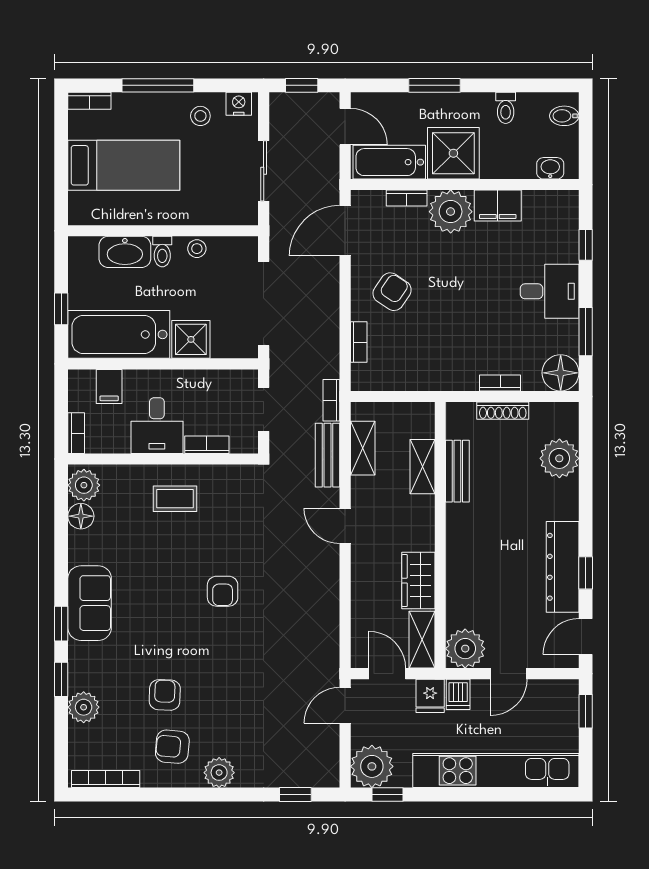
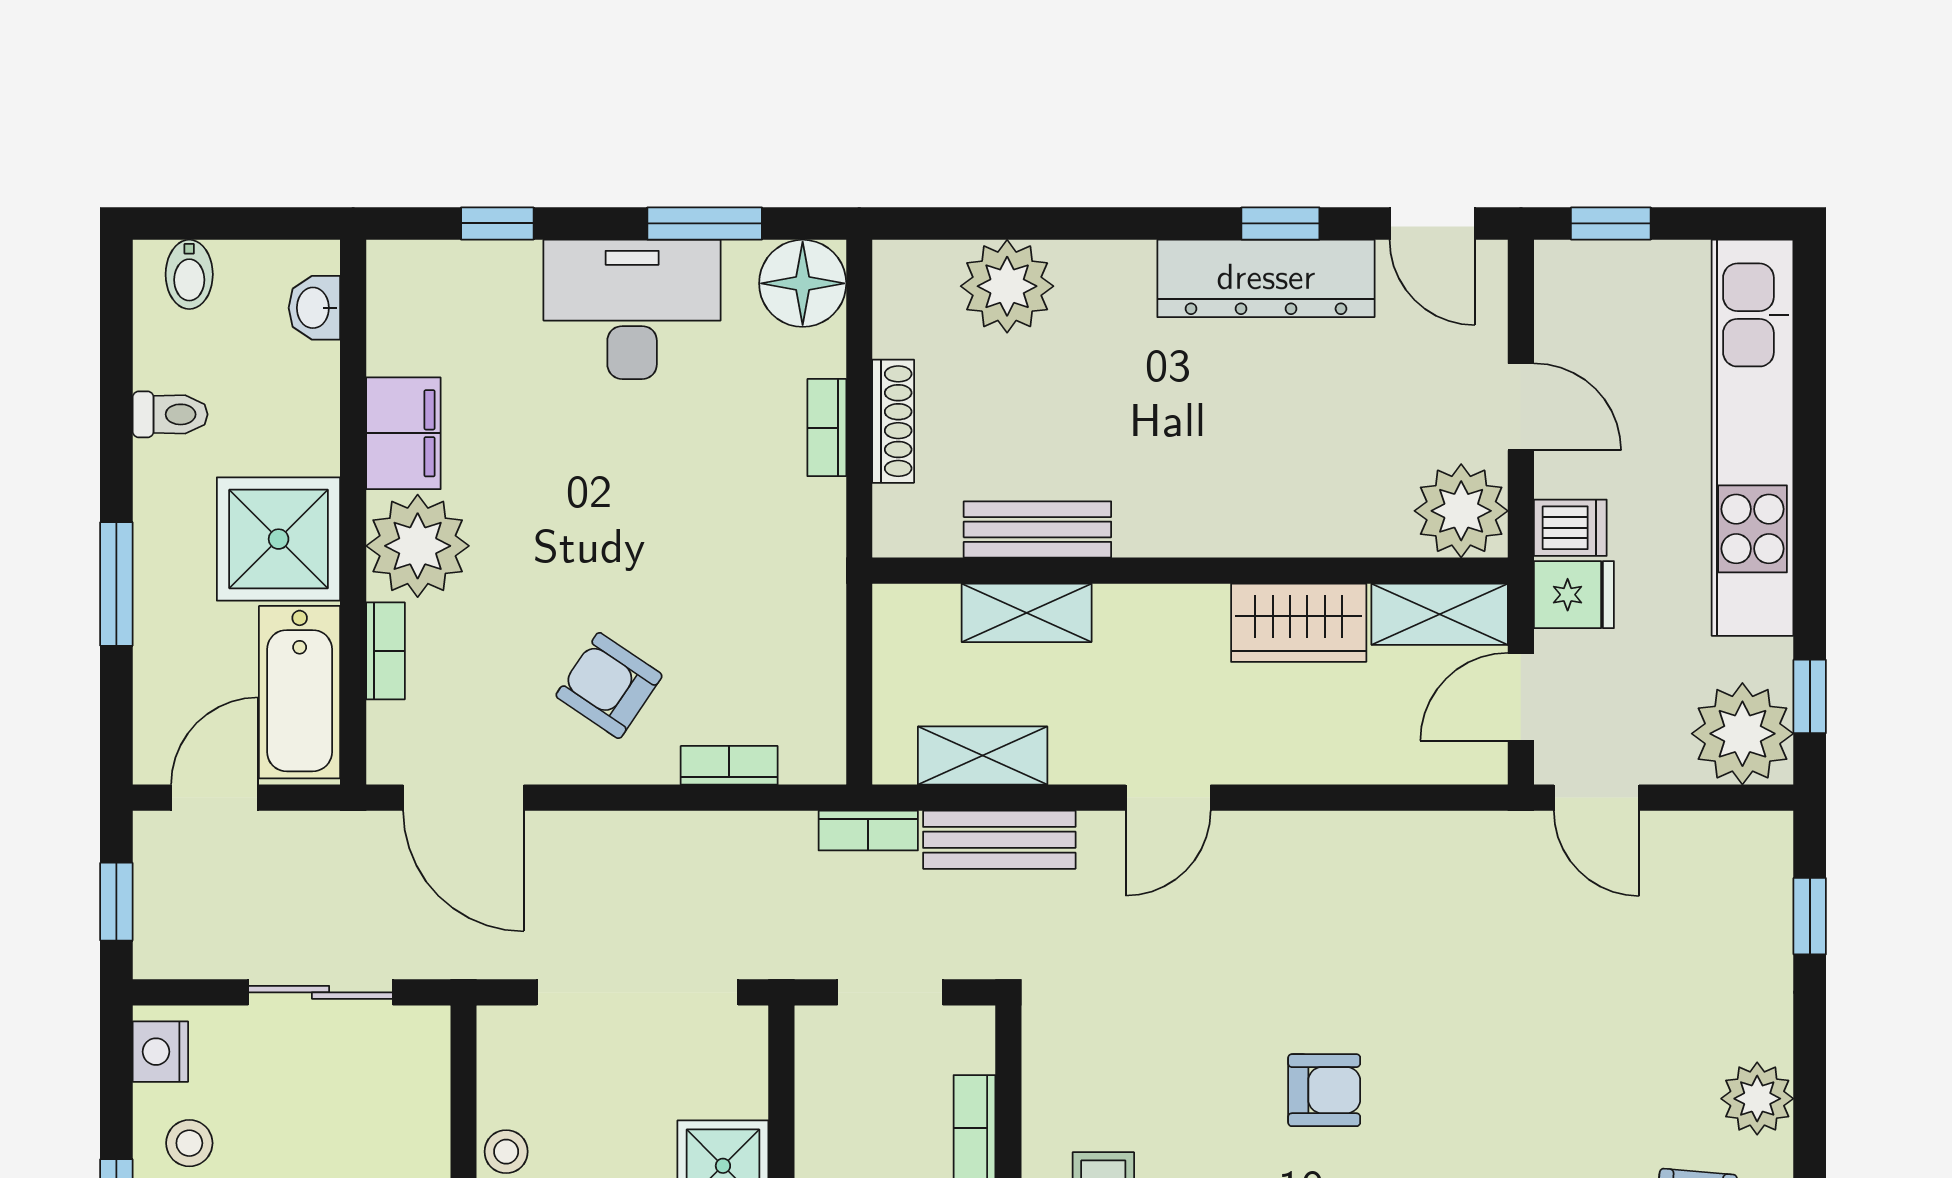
desk: (550, 291) -> (632, 309), width x1.37

